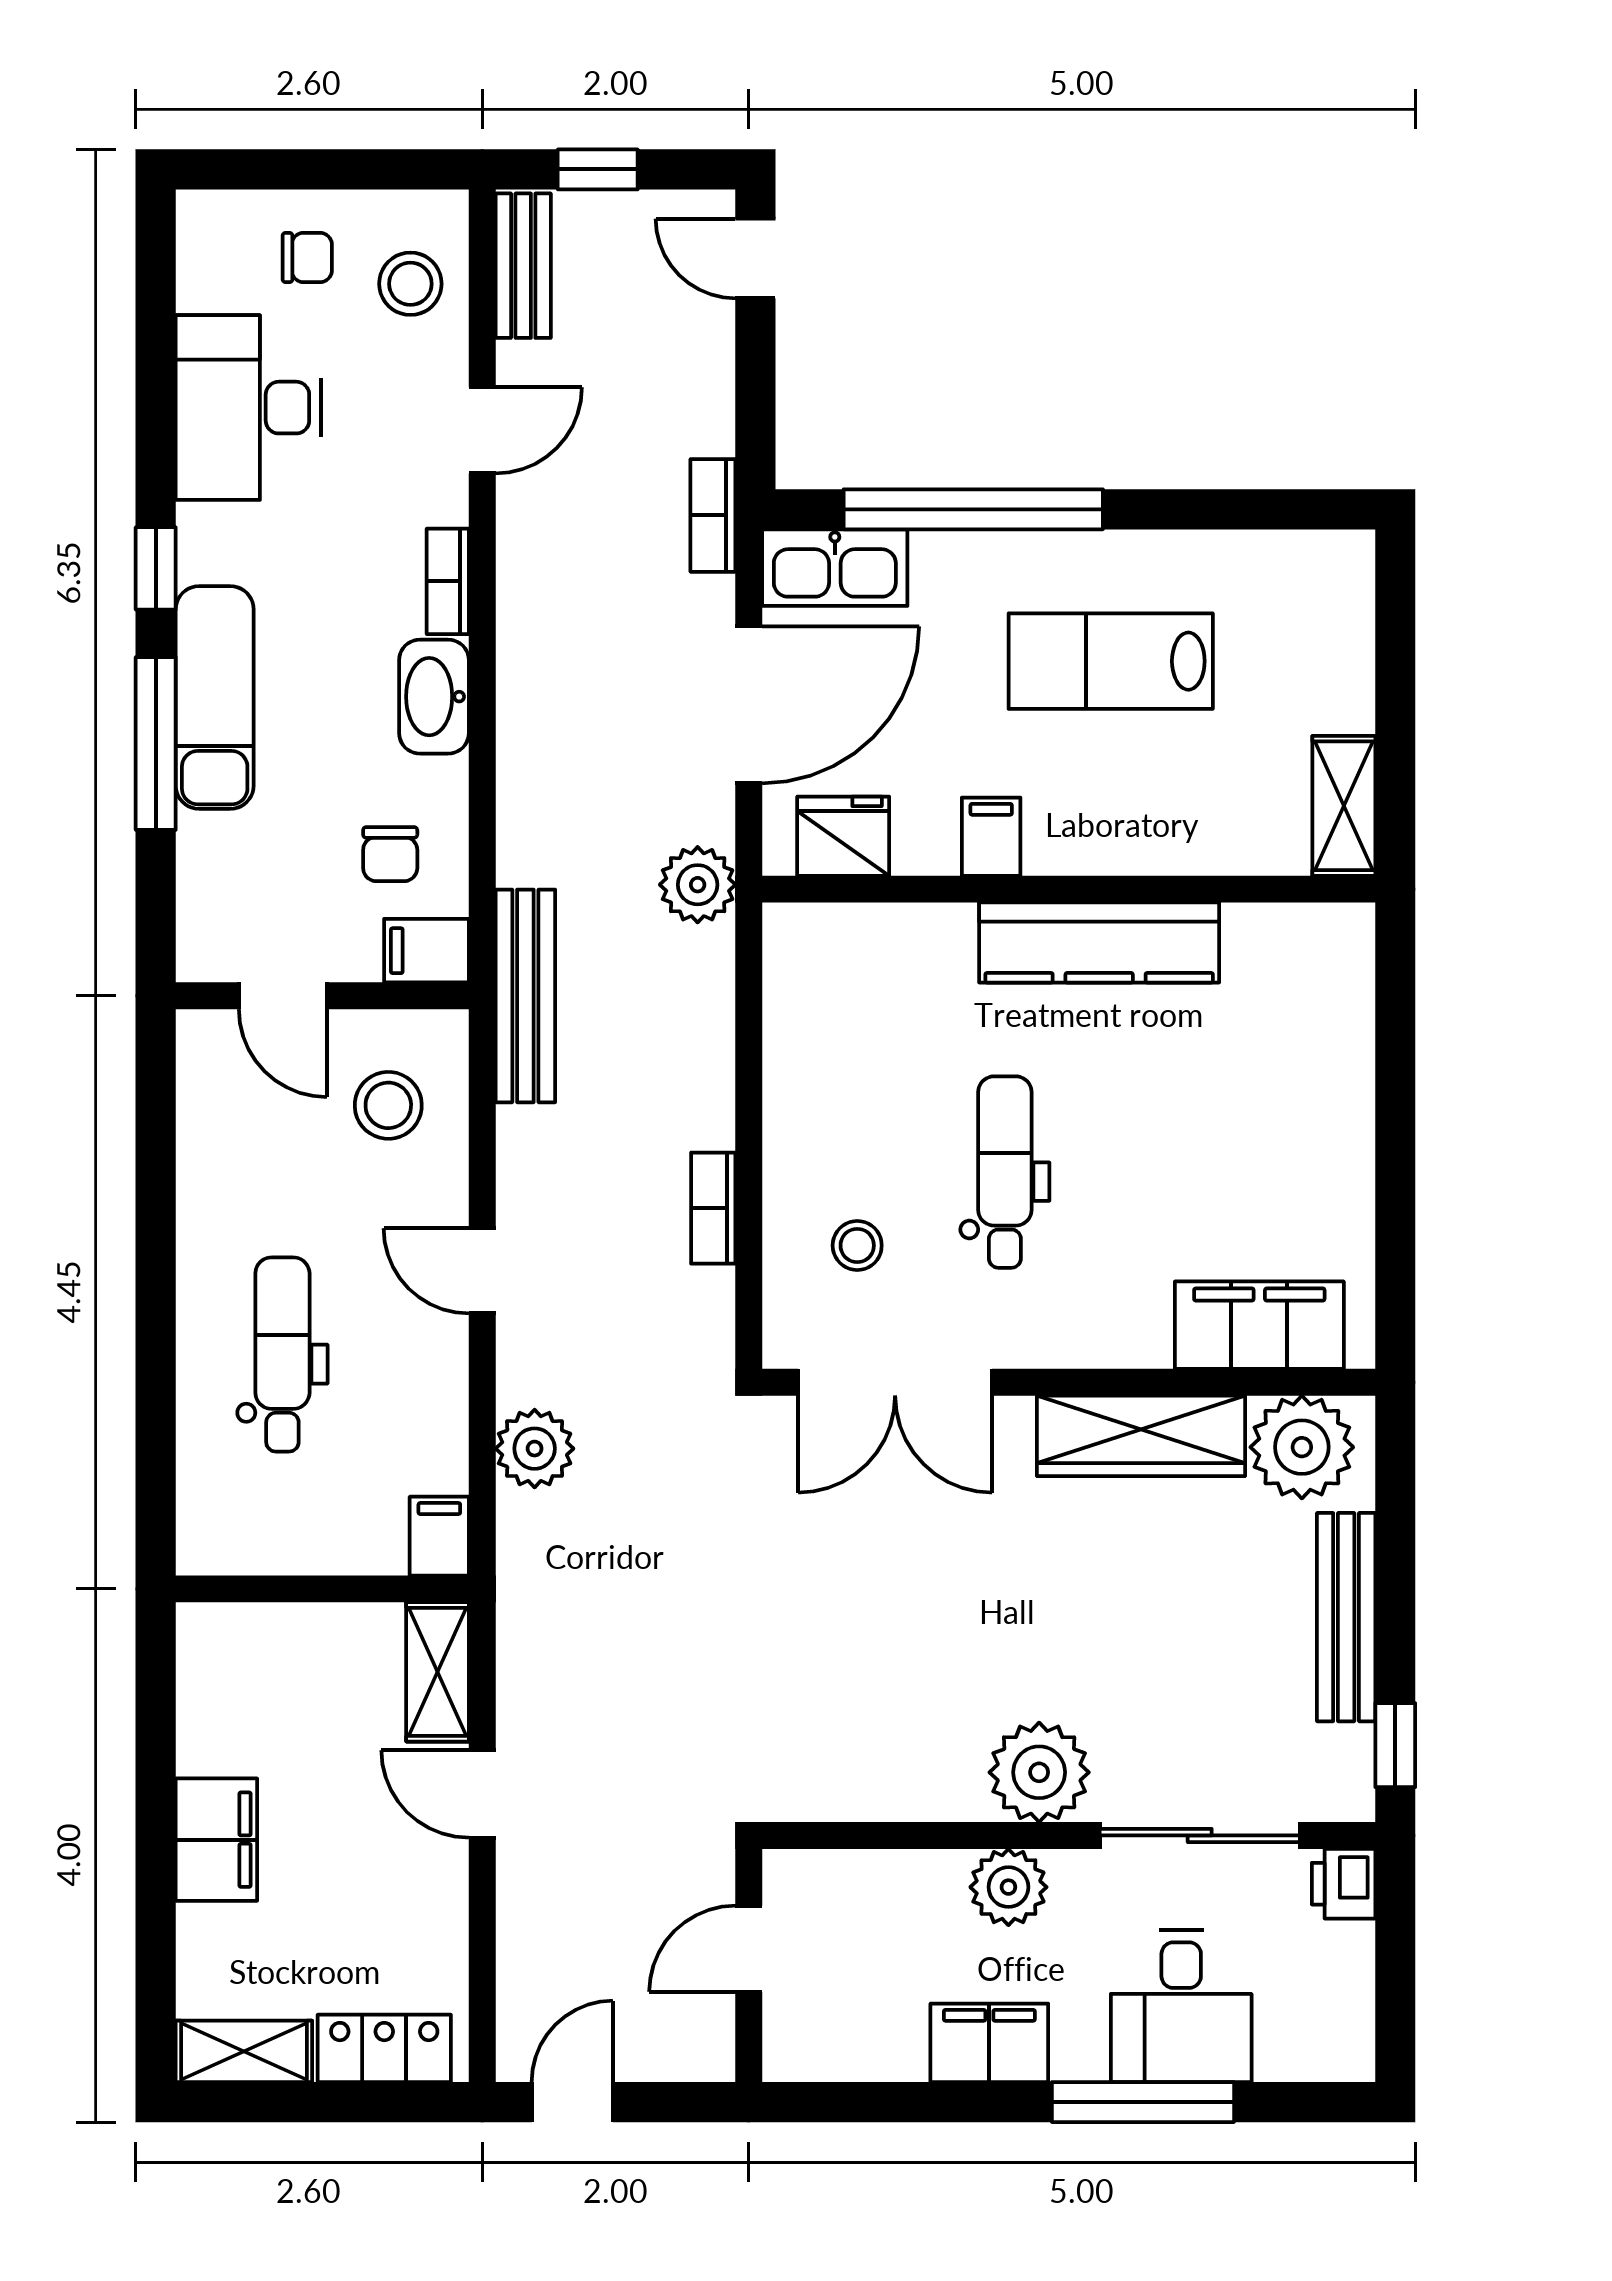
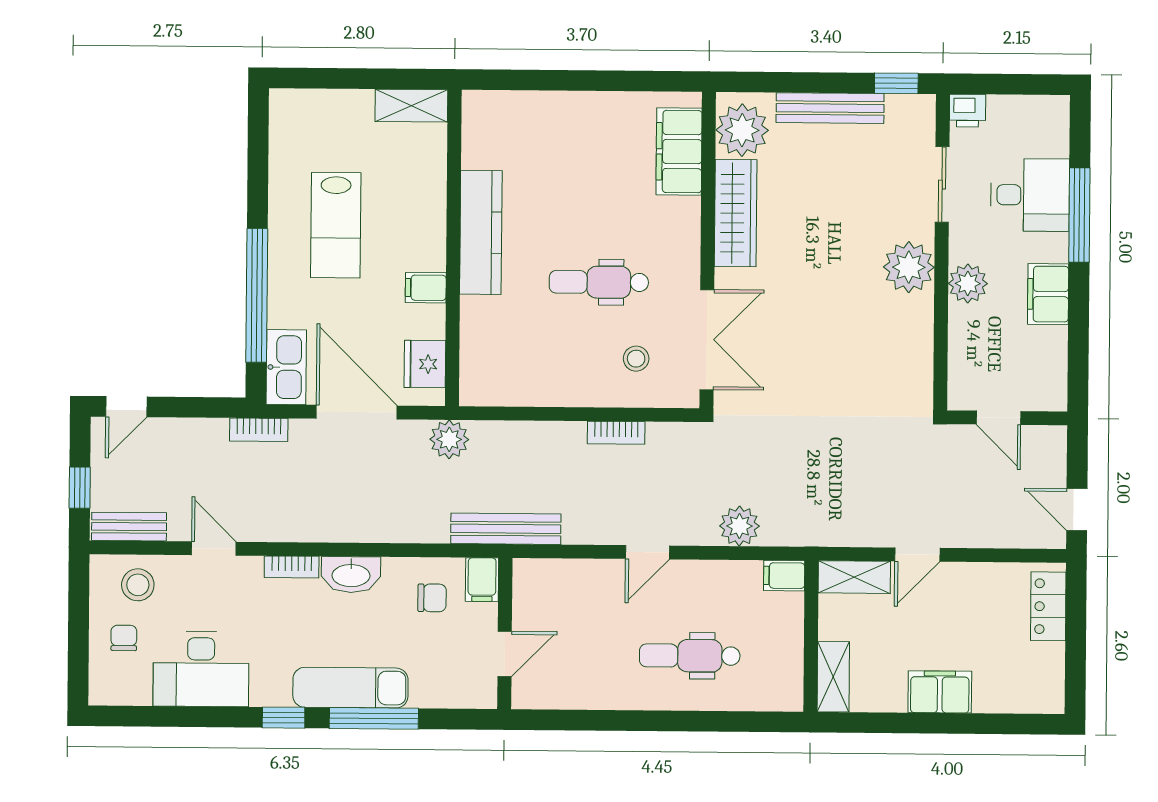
stool: (388, 1105) -> (562, 600), removed
sliding door: (1200, 1835) -> (942, 185), width x0.73
shelving: (244, 2051) -> (833, 677), moved

